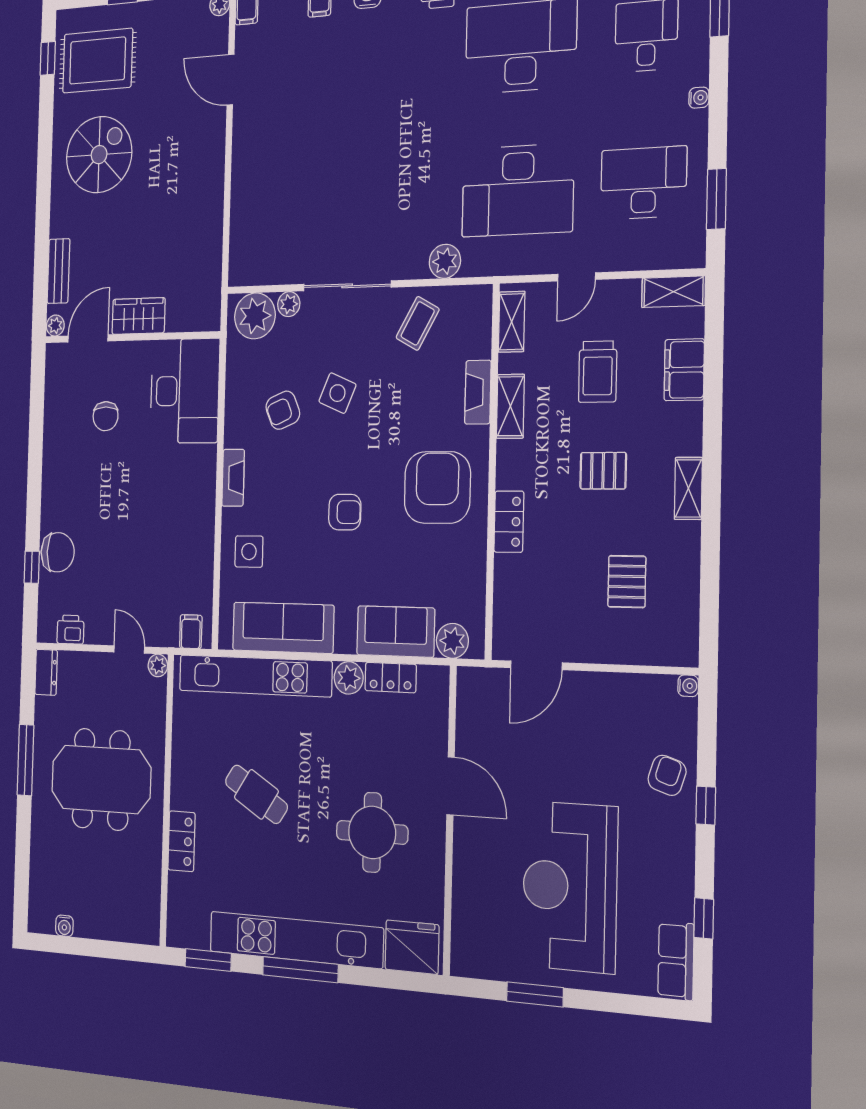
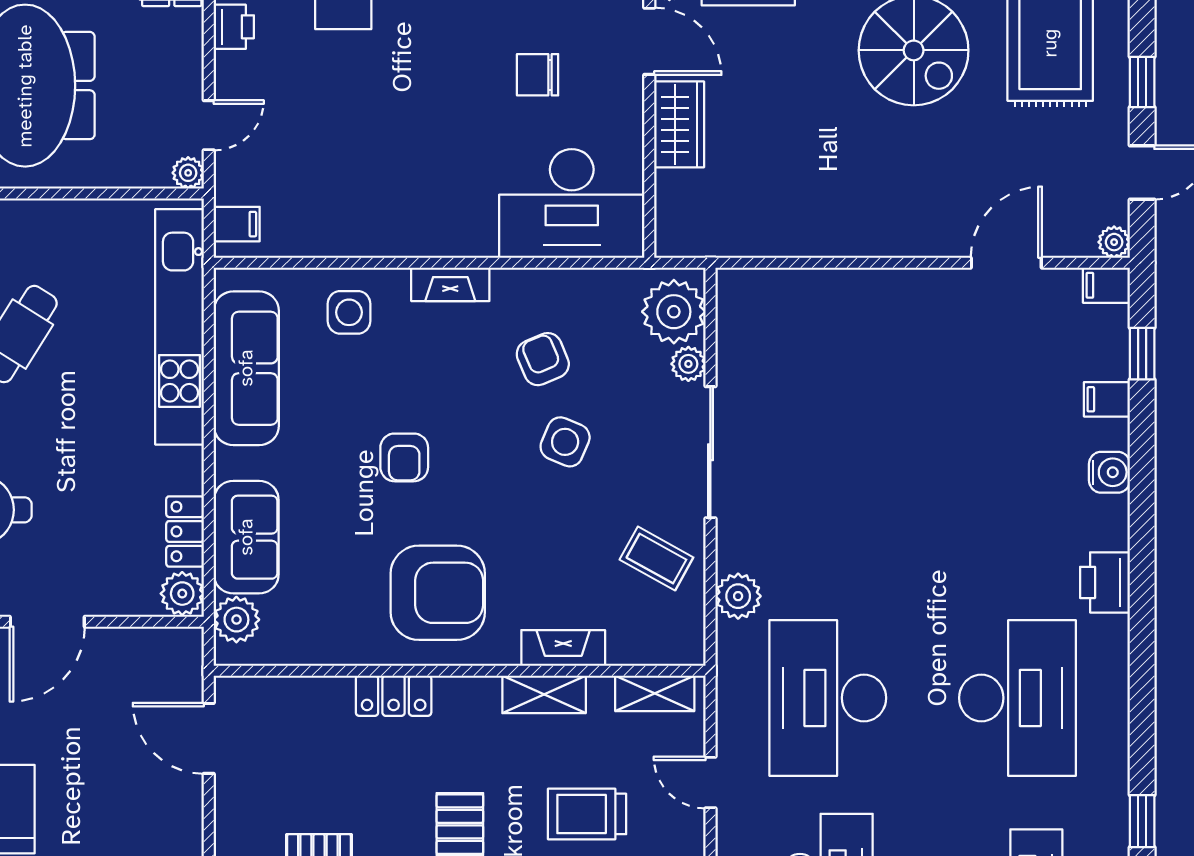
plant: (349, 678) -> (182, 594), moved

